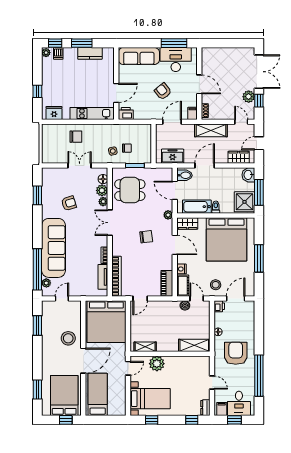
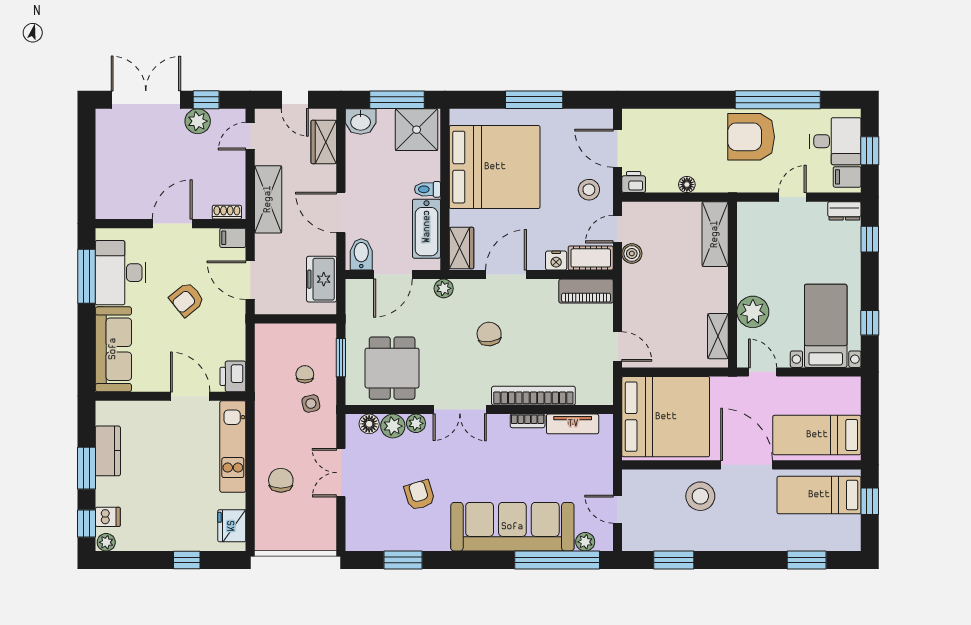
bookcase: (117, 276) -> (533, 396), moved
armchair: (236, 353) -> (751, 137), moved
bed: (64, 395) -> (819, 495), width x0.67

